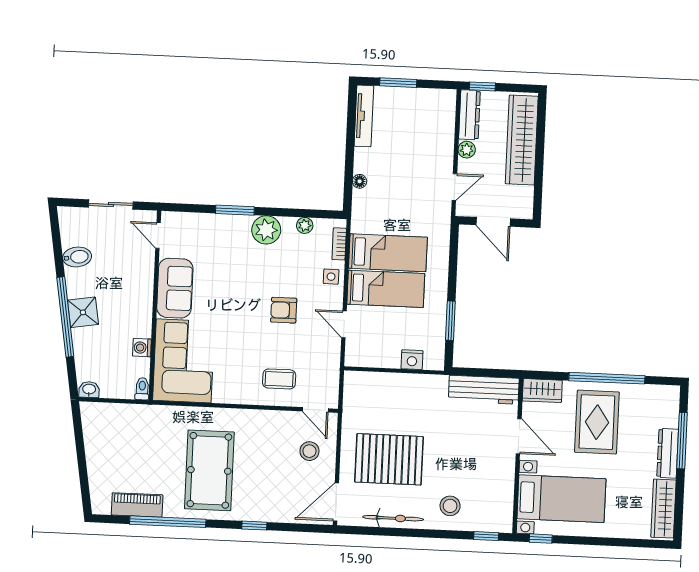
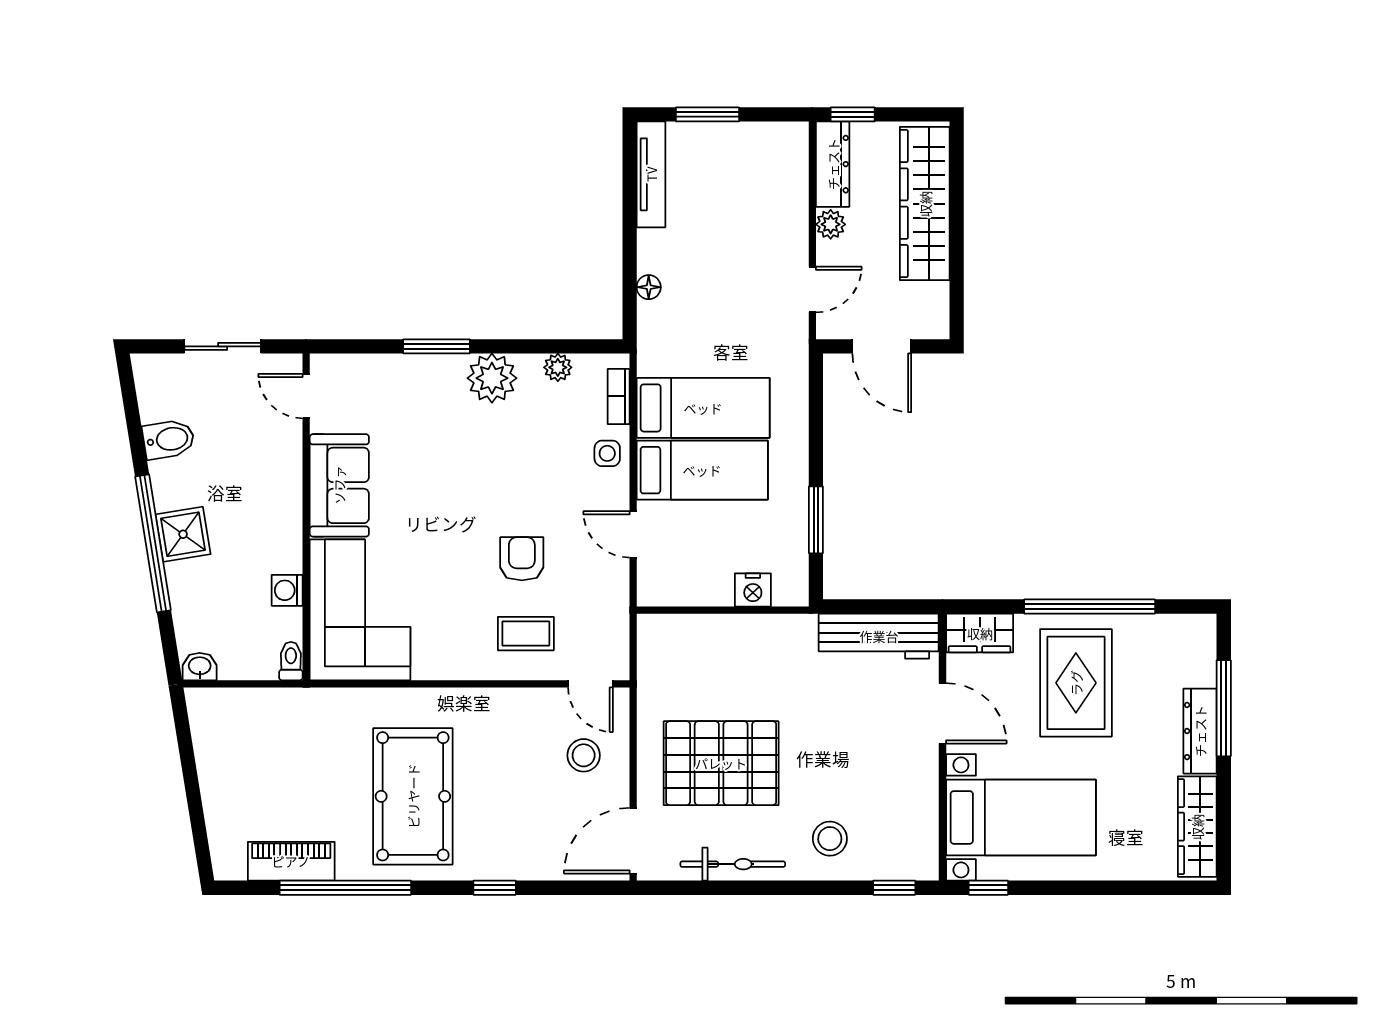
armchair: (284, 310) -> (522, 559), moved, turned 90

